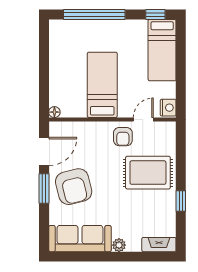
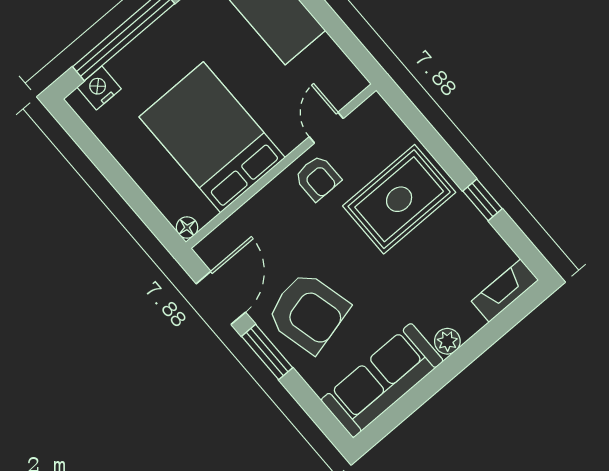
bed: (102, 85) -> (212, 137), width x1.50
nightstand: (168, 108) -> (99, 88), moved, turned -90

